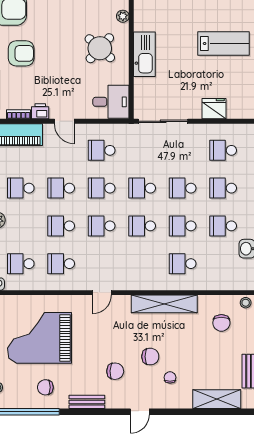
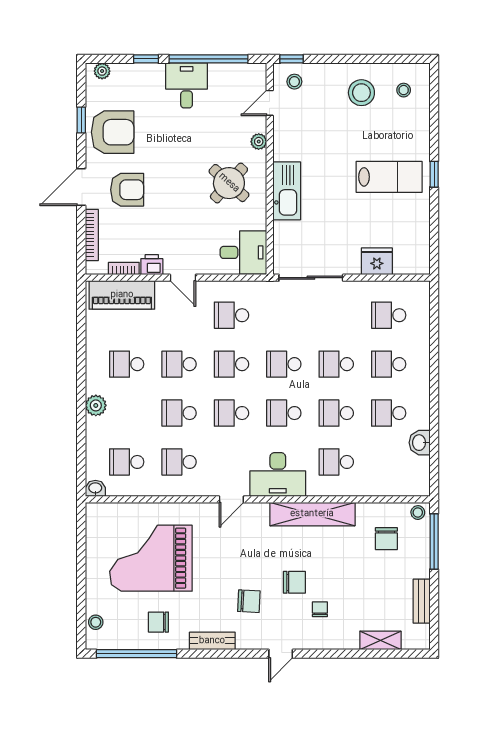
desk: (137, 273) -> (278, 475), added
shelving: (217, 399) -> (380, 640), width x0.67, depth x0.75

